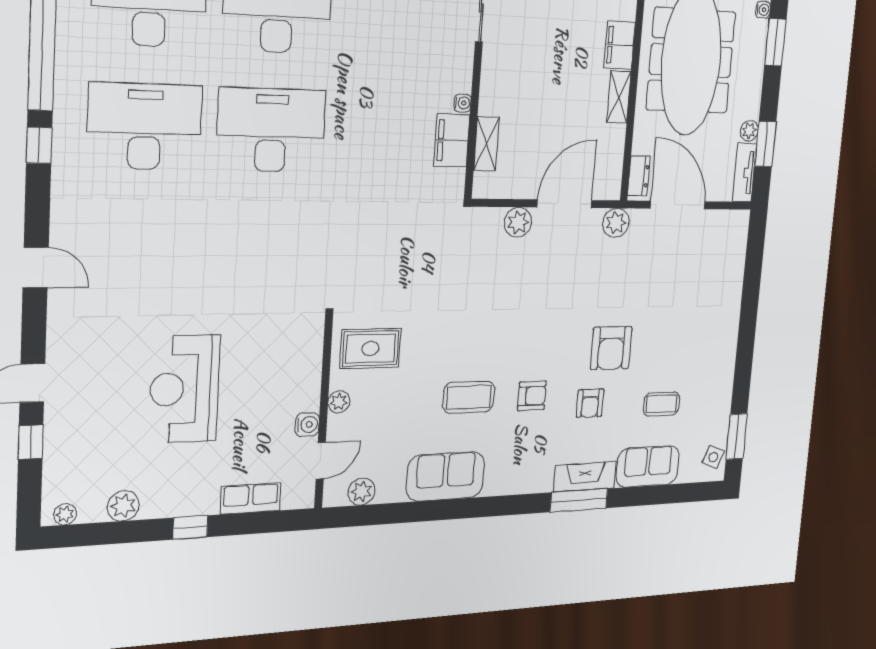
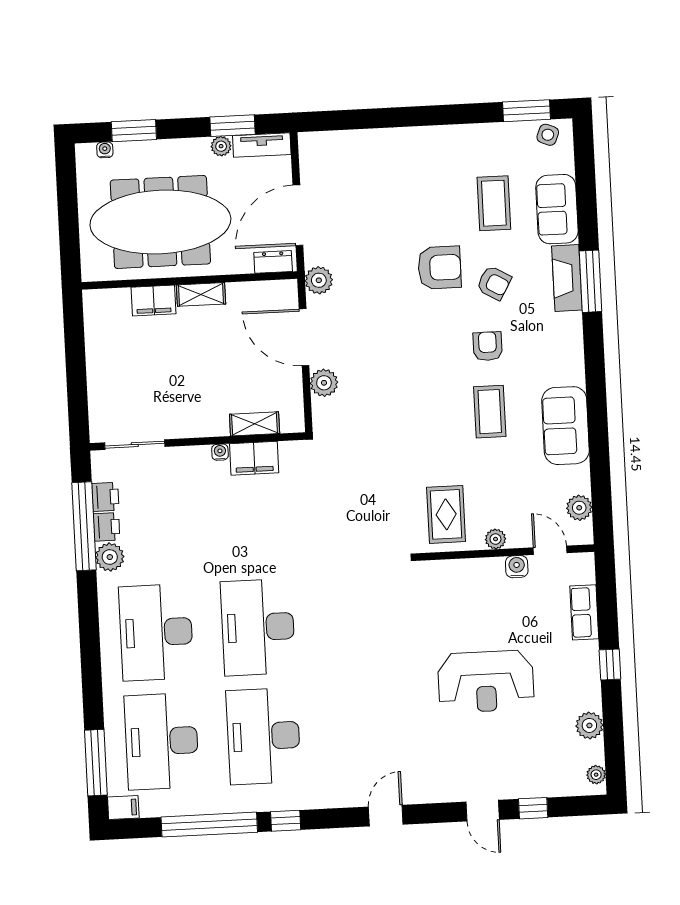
armchair: (590, 403) -> (494, 283), turned 30
coffee table: (662, 404) -> (494, 203), width x1.36, depth x1.30

